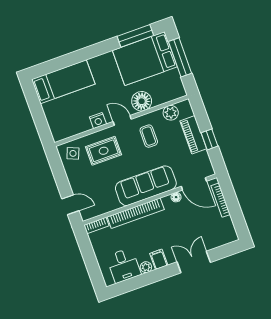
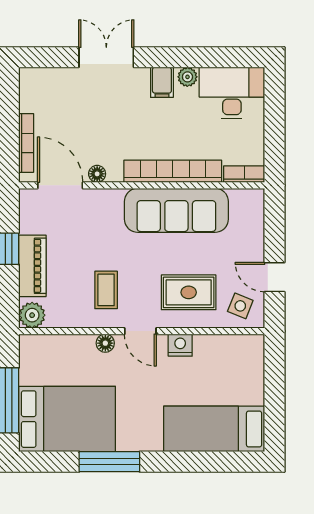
window: (135, 36) -> (109, 462), moved
floor lamp: (142, 101) -> (105, 343), width x0.53, depth x0.53
plant: (171, 113) -> (32, 315), moved
sofa: (146, 186) -> (176, 210), moved
door: (70, 205) -> (275, 277), moved
double door: (194, 262) -> (106, 57), swing flipped
desk: (124, 265) -> (232, 93), width x1.37

